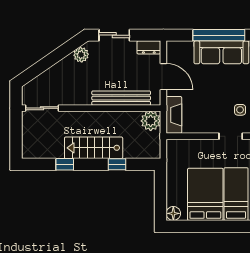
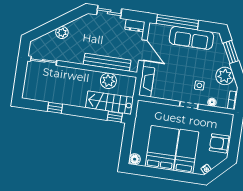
window: (219, 35) -> (177, 22), moved
plant: (81, 55) -> (62, 33), moved
plant: (151, 121) -> (108, 81), moved
stairs: (94, 148) -> (110, 103), moved
window: (117, 164) -> (115, 117), moved

